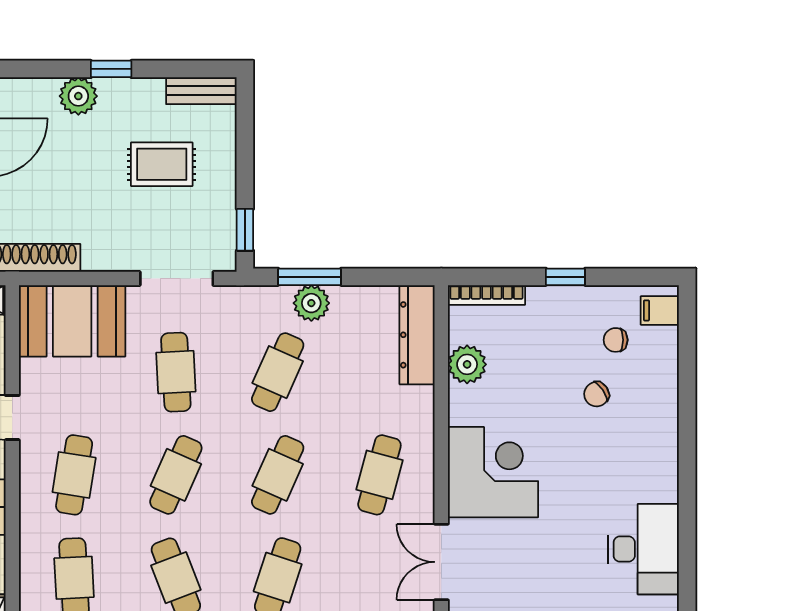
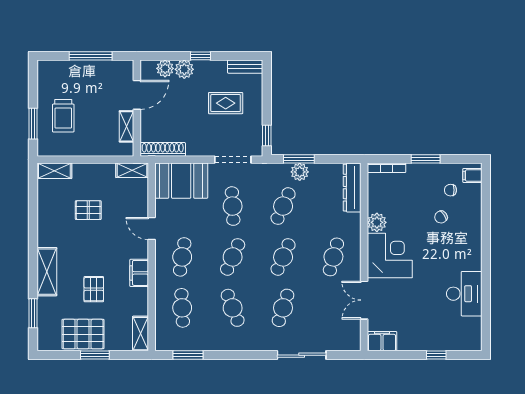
plant: (40, 94) -> (165, 68), added
window: (565, 277) -> (426, 159), width x1.50
plant: (467, 364) -> (377, 222), moved

